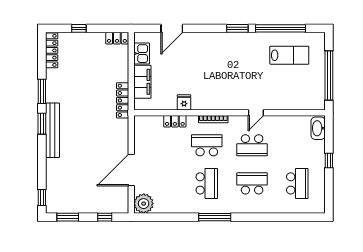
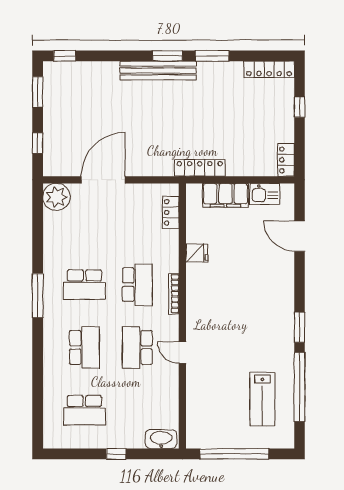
locker: (175, 121) -> (171, 212), moved
door: (131, 170) -> (103, 180), hinge flipped

